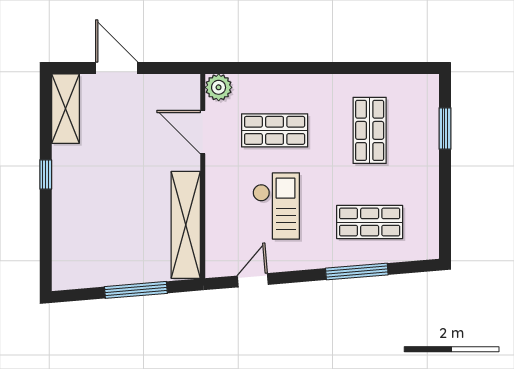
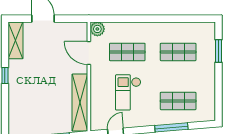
shop shelf: (370, 130) -> (178, 52), turned 90
checkout: (276, 206) -> (128, 92), turned 180

